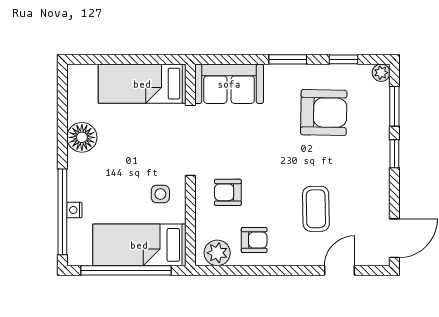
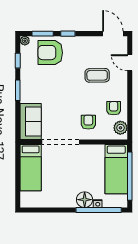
armchair: (324, 112) -> (50, 53), moved, turned -91
floor lamp: (82, 137) -> (85, 200), moved
armchair: (228, 192) -> (88, 122), turned 180
side table: (160, 194) -> (89, 158), removed

